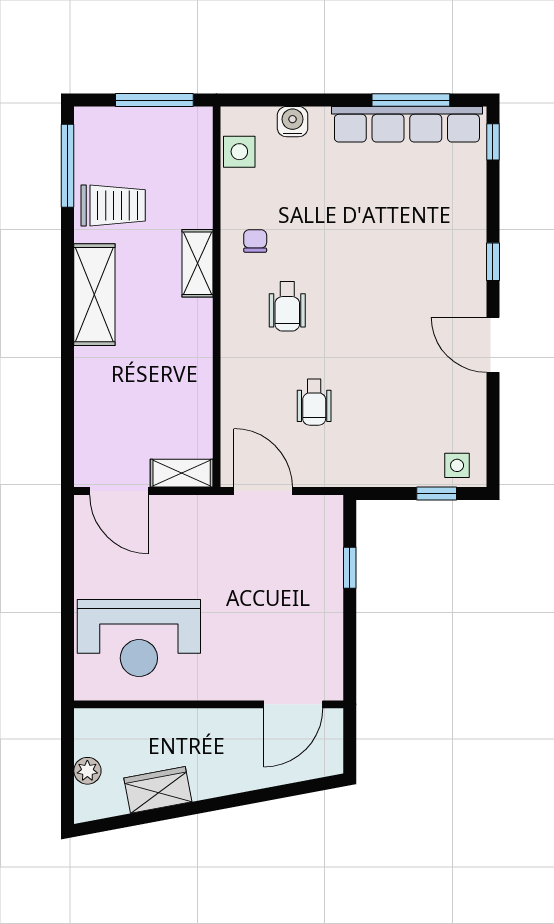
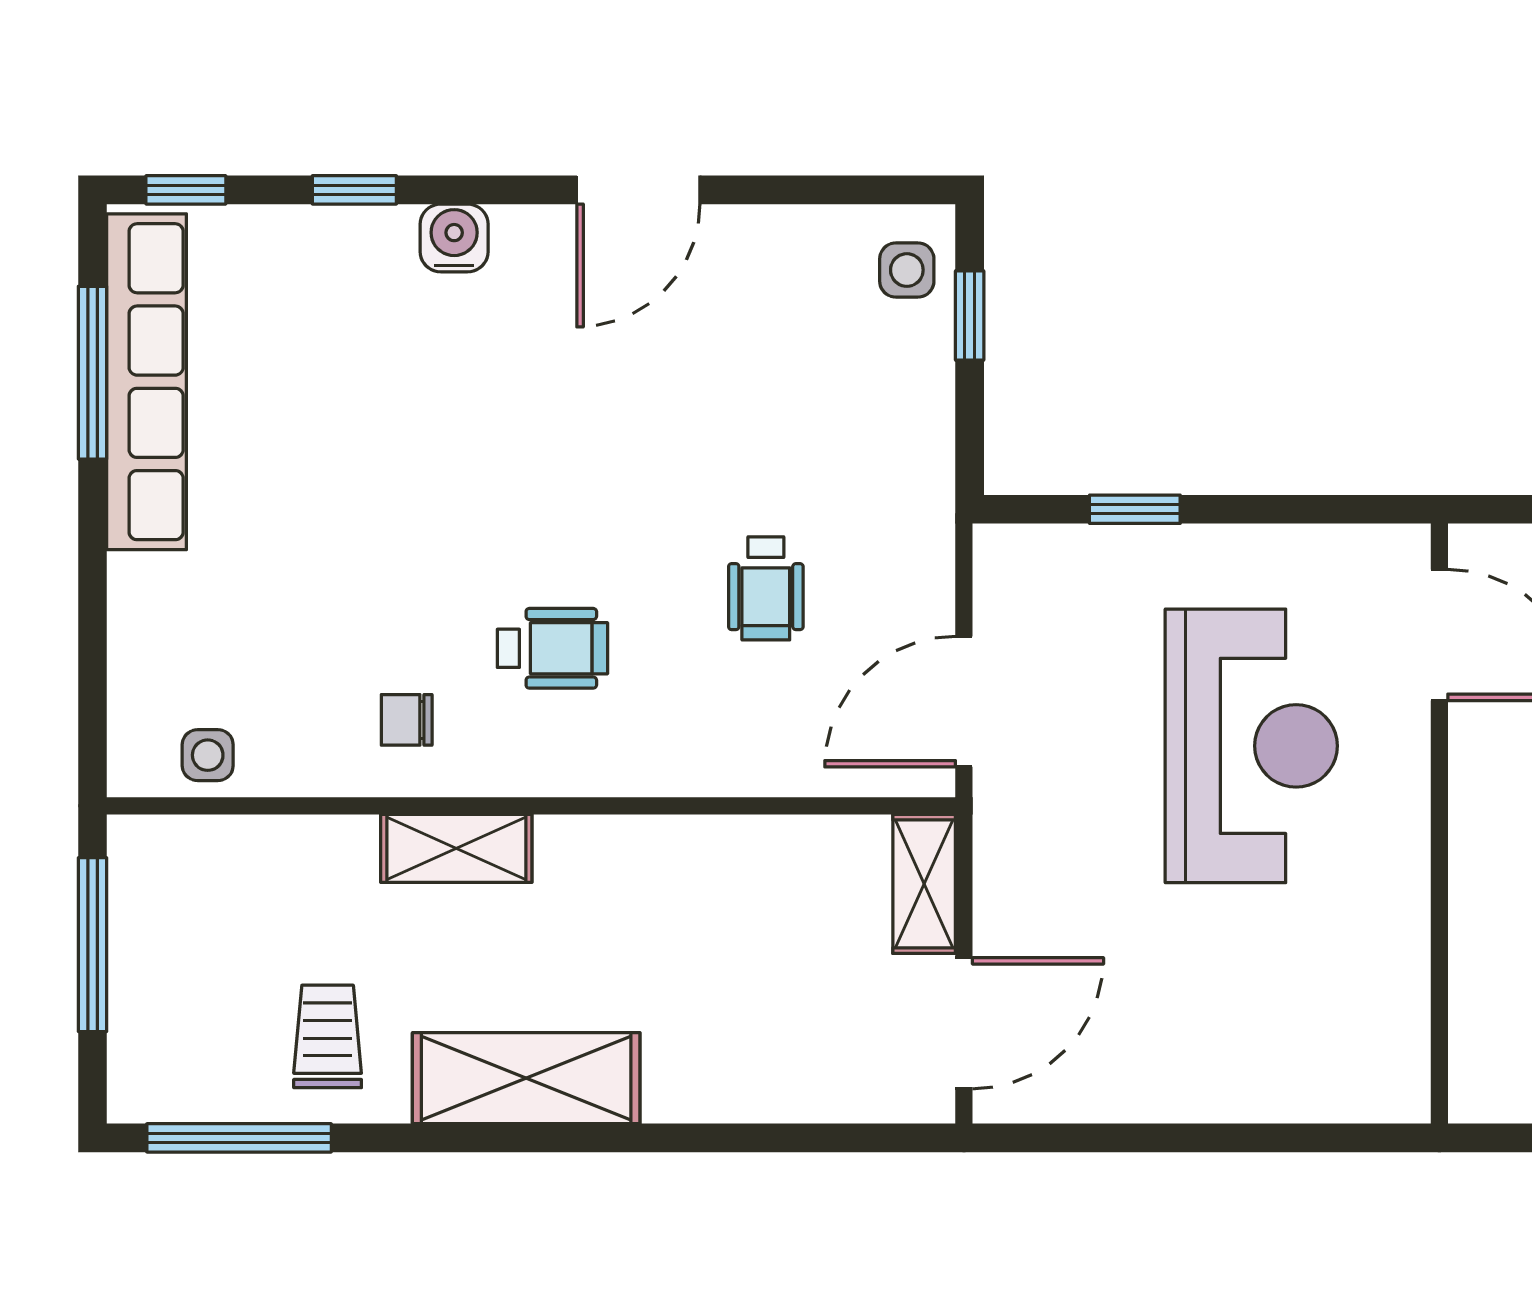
water cooler: (293, 122) -> (454, 238), moved, turned 90
side table: (239, 152) -> (208, 755), width x0.73, depth x0.73
trolley: (113, 205) -> (328, 1036), width x0.73, depth x0.72
window: (493, 262) -> (354, 190), moved
wheelchair: (314, 402) -> (766, 588), turned 90
reception desk: (139, 638) -> (1251, 746), moved

